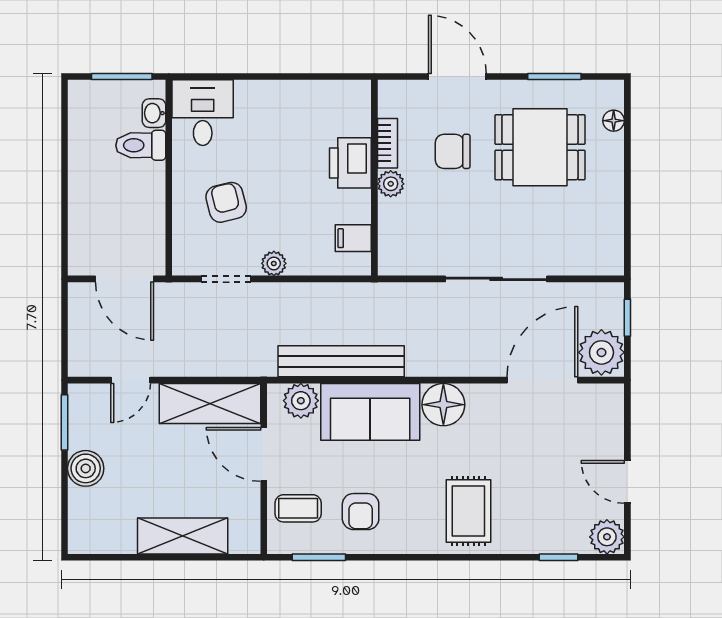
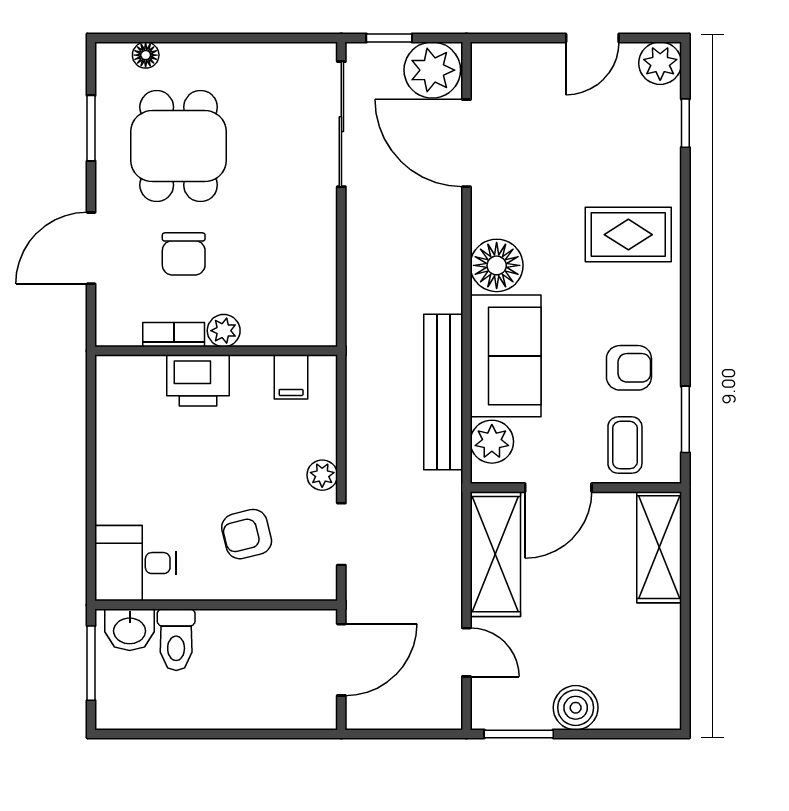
washbasin: (154, 113) -> (130, 630), width x1.38, depth x1.45
sliding door: (496, 279) -> (341, 124), moved
shelving: (183, 536) -> (659, 547), moved

